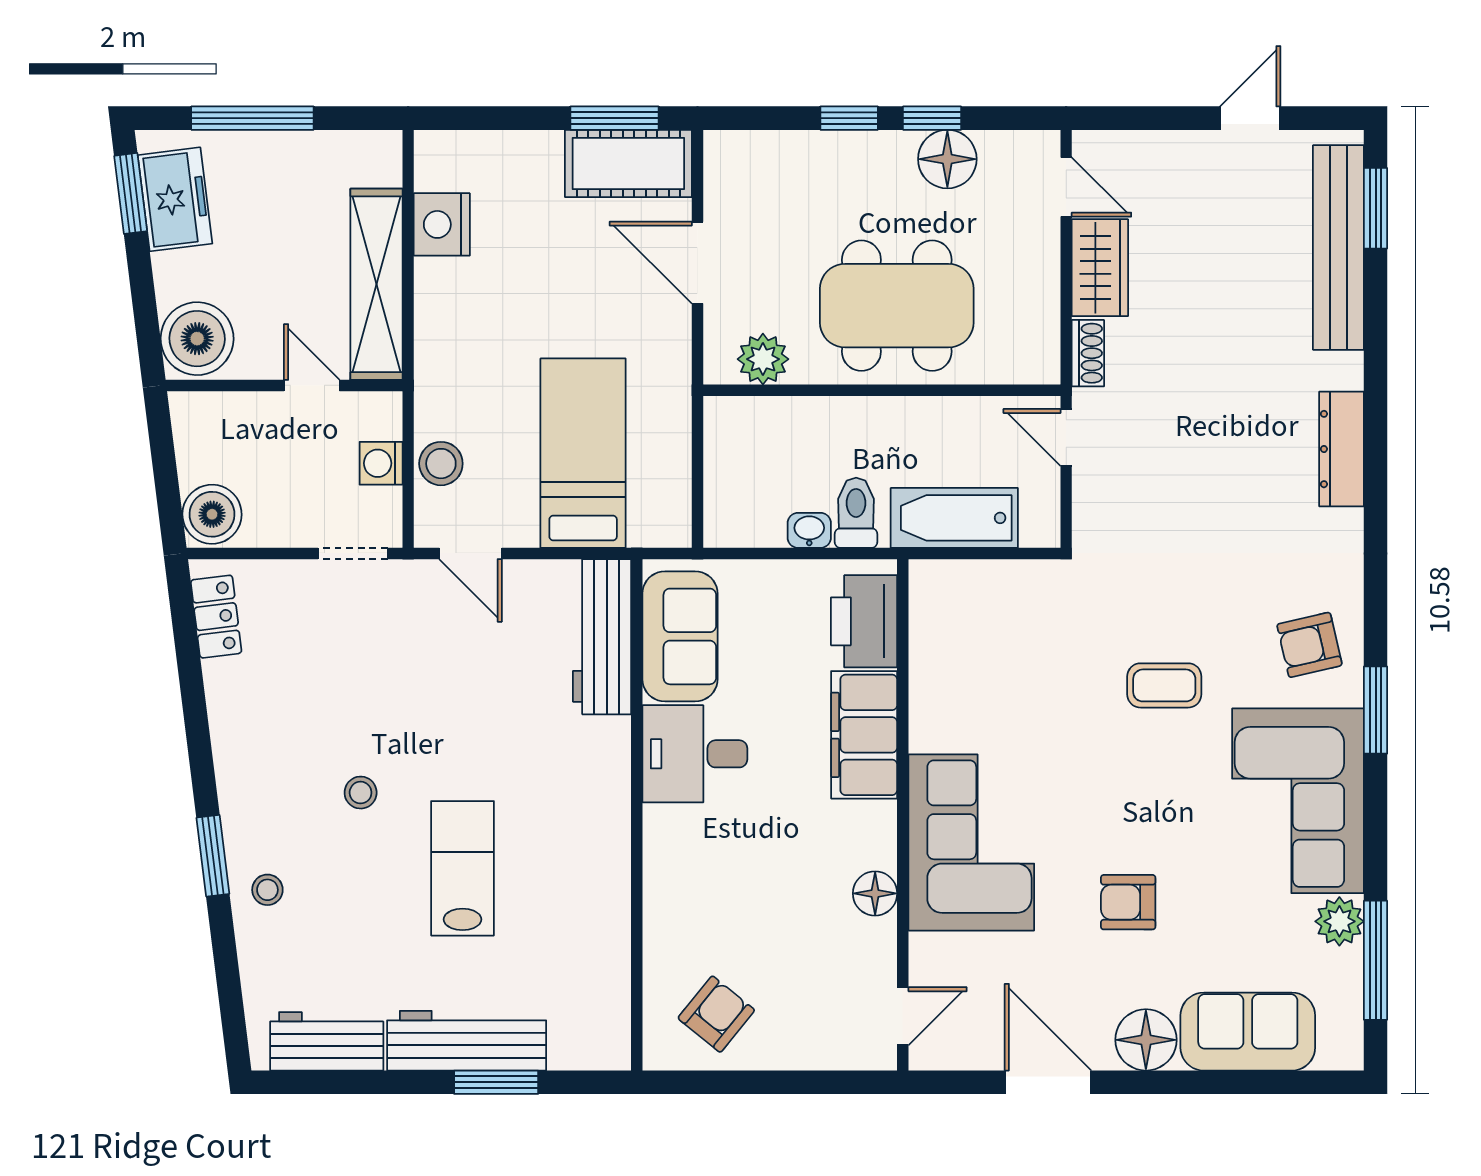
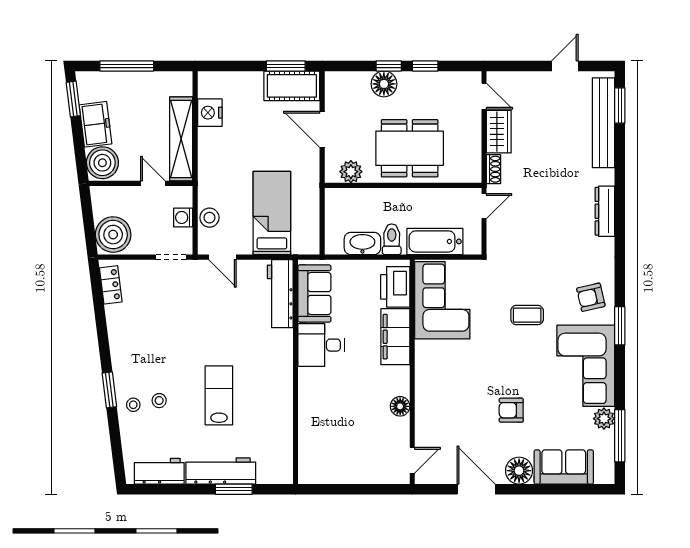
floor lamp: (947, 159) -> (384, 84), moved
freezer: (175, 199) -> (95, 124), moved
door: (1066, 437) -> (484, 206), swing flipped
boiler: (212, 514) -> (113, 235), width x1.37, depth x1.37
washbasin: (809, 530) -> (362, 243), width x1.91, depth x1.45
stool: (361, 793) -> (159, 401), moved
corner sofa: (971, 842) -> (442, 300), moved
armchair: (716, 1014) -> (330, 459), removed

